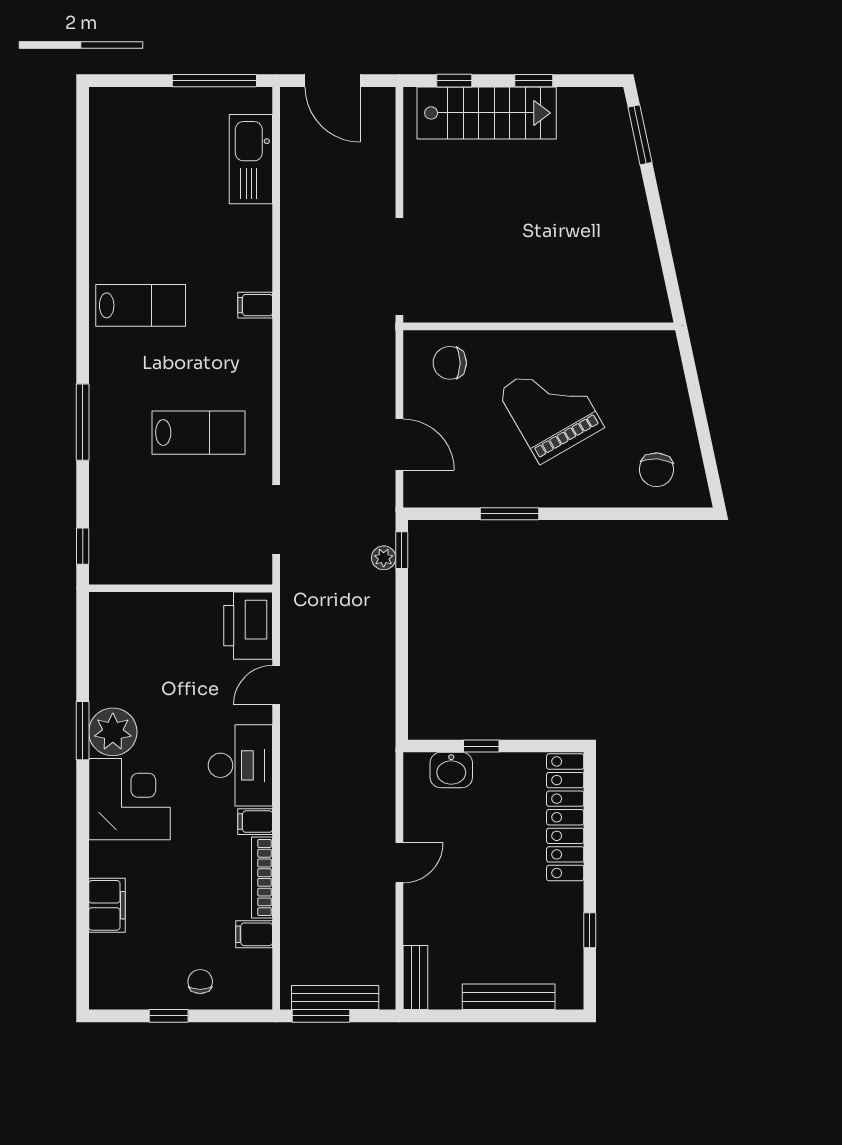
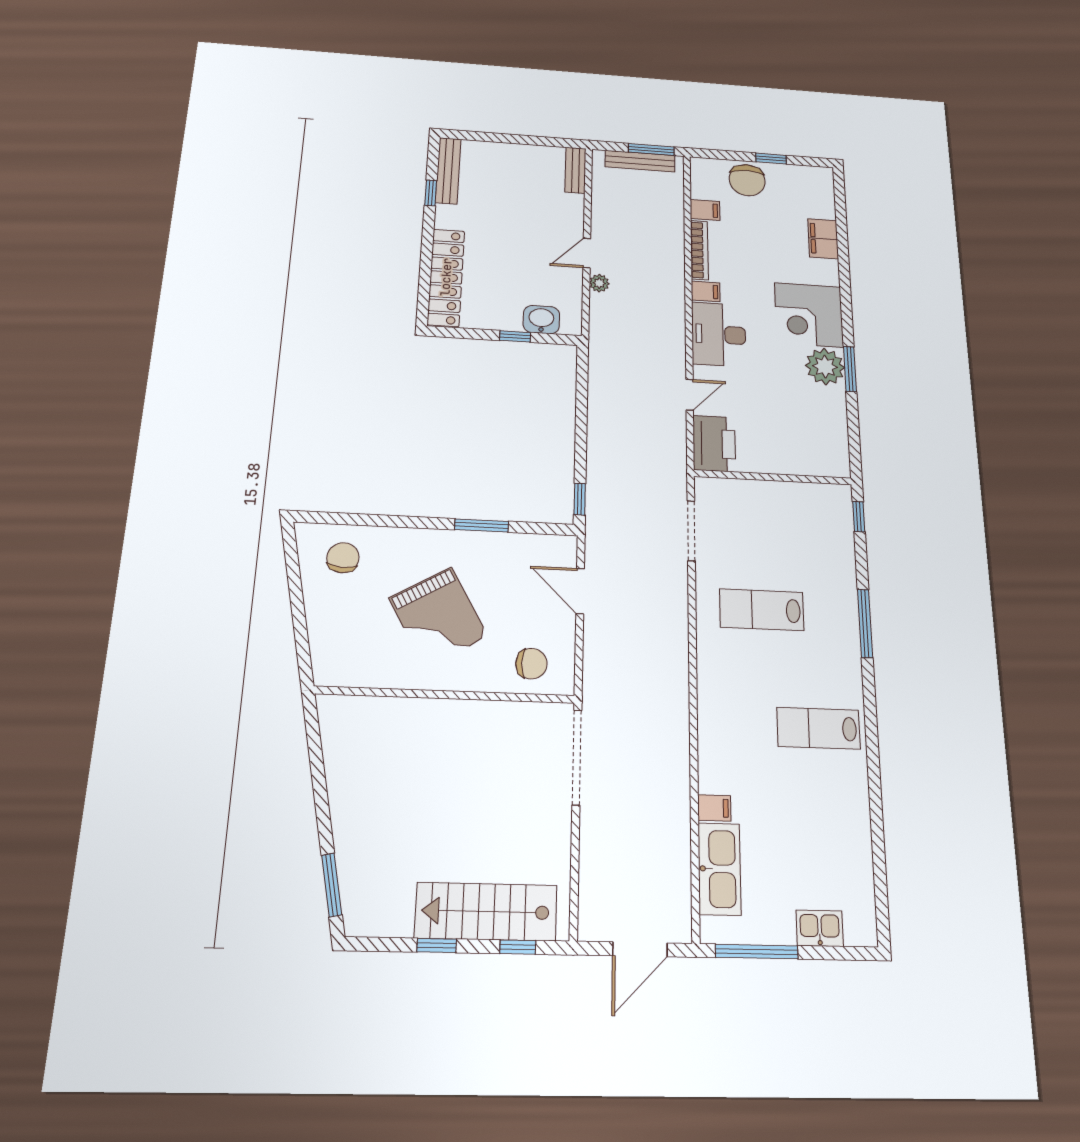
door: (333, 81) -> (640, 949), swing flipped
kitchen sink: (149, 104) -> (820, 928), added
filing cabinet: (255, 305) -> (714, 808), moved
plant: (384, 558) -> (599, 283), moved
chair: (200, 982) -> (747, 180), width x1.87, depth x1.87
bench: (509, 997) -> (448, 171), moved, turned 90

